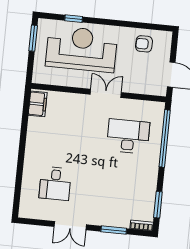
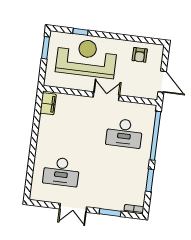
armchair: (144, 44) -> (140, 55), turned -90
desk: (128, 136) -> (124, 133), turned 180
desk: (55, 183) -> (61, 172), width x1.37
window: (158, 205) -> (150, 180), moved

